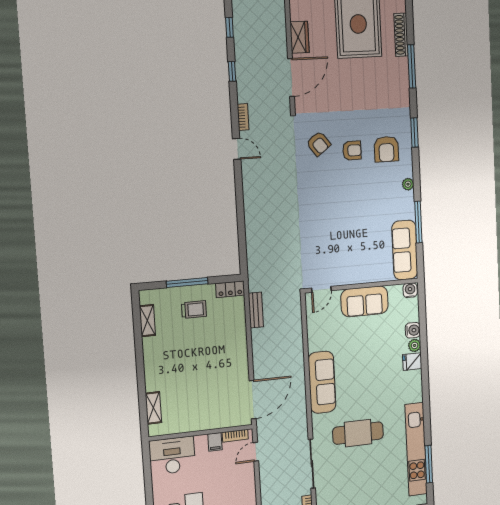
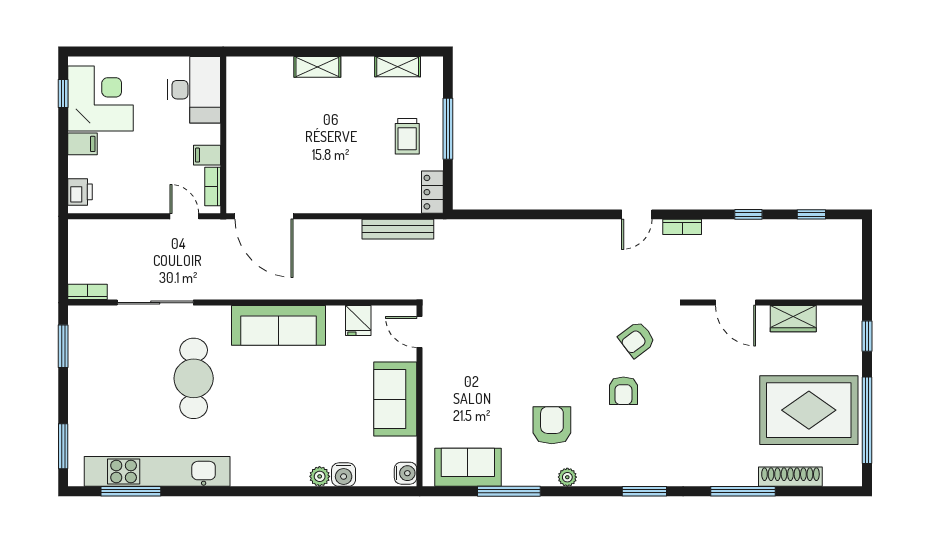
door: (291, 78) -> (736, 303), width x0.73
armchair: (386, 149) -> (552, 425), moved, turned 90
sofa: (405, 250) -> (468, 467), width x0.73
bench: (256, 310) -> (398, 229), width x1.36
fridge: (412, 362) -> (358, 320), moved, turned 180
shelving: (153, 408) -> (317, 67), moved

